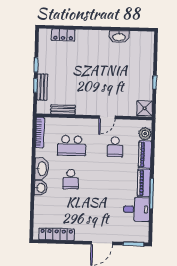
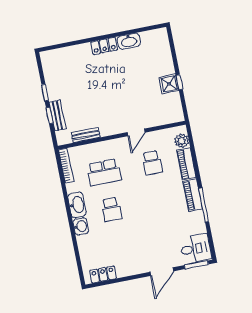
locker: (63, 35) -> (104, 46), moved
shower: (145, 108) -> (169, 84), moved
desk: (137, 209) -> (196, 249), moved
locker: (57, 234) -> (103, 275), width x0.66

